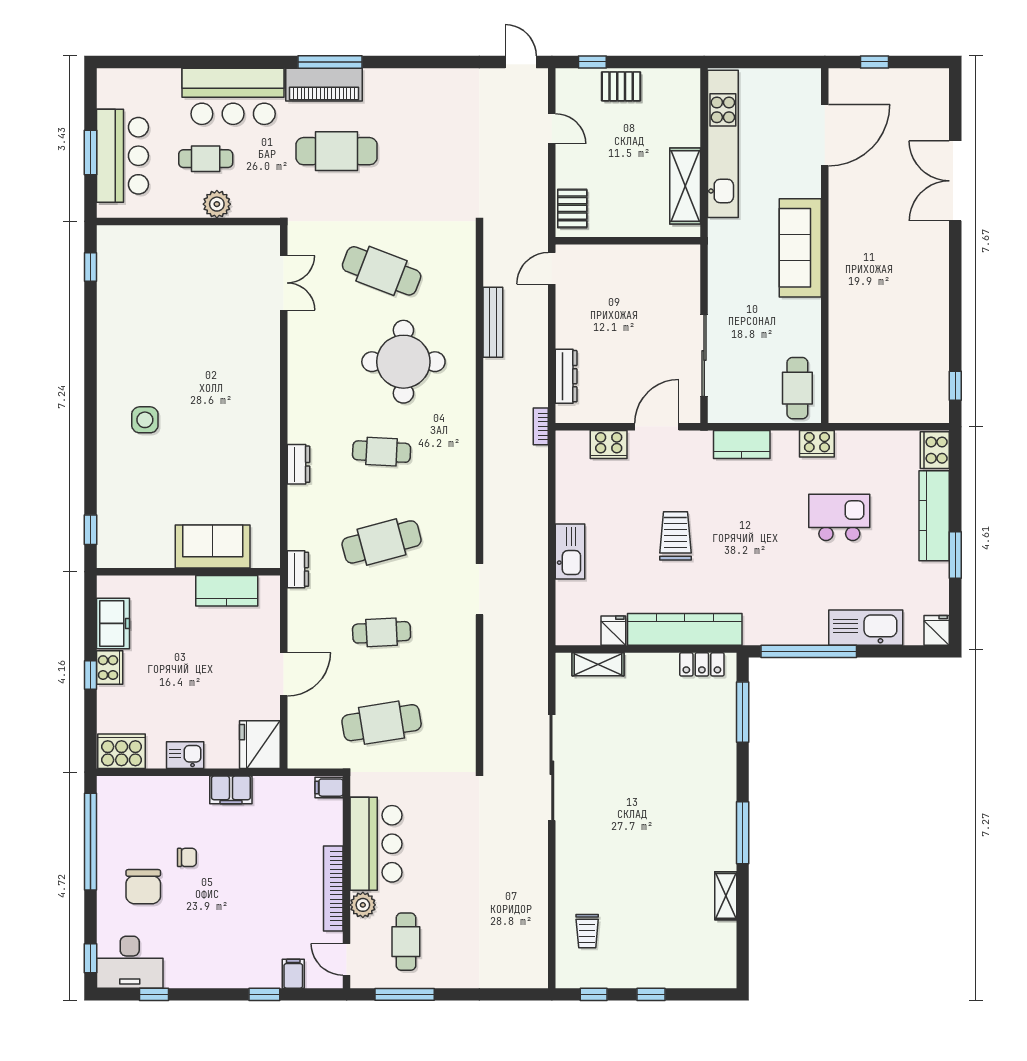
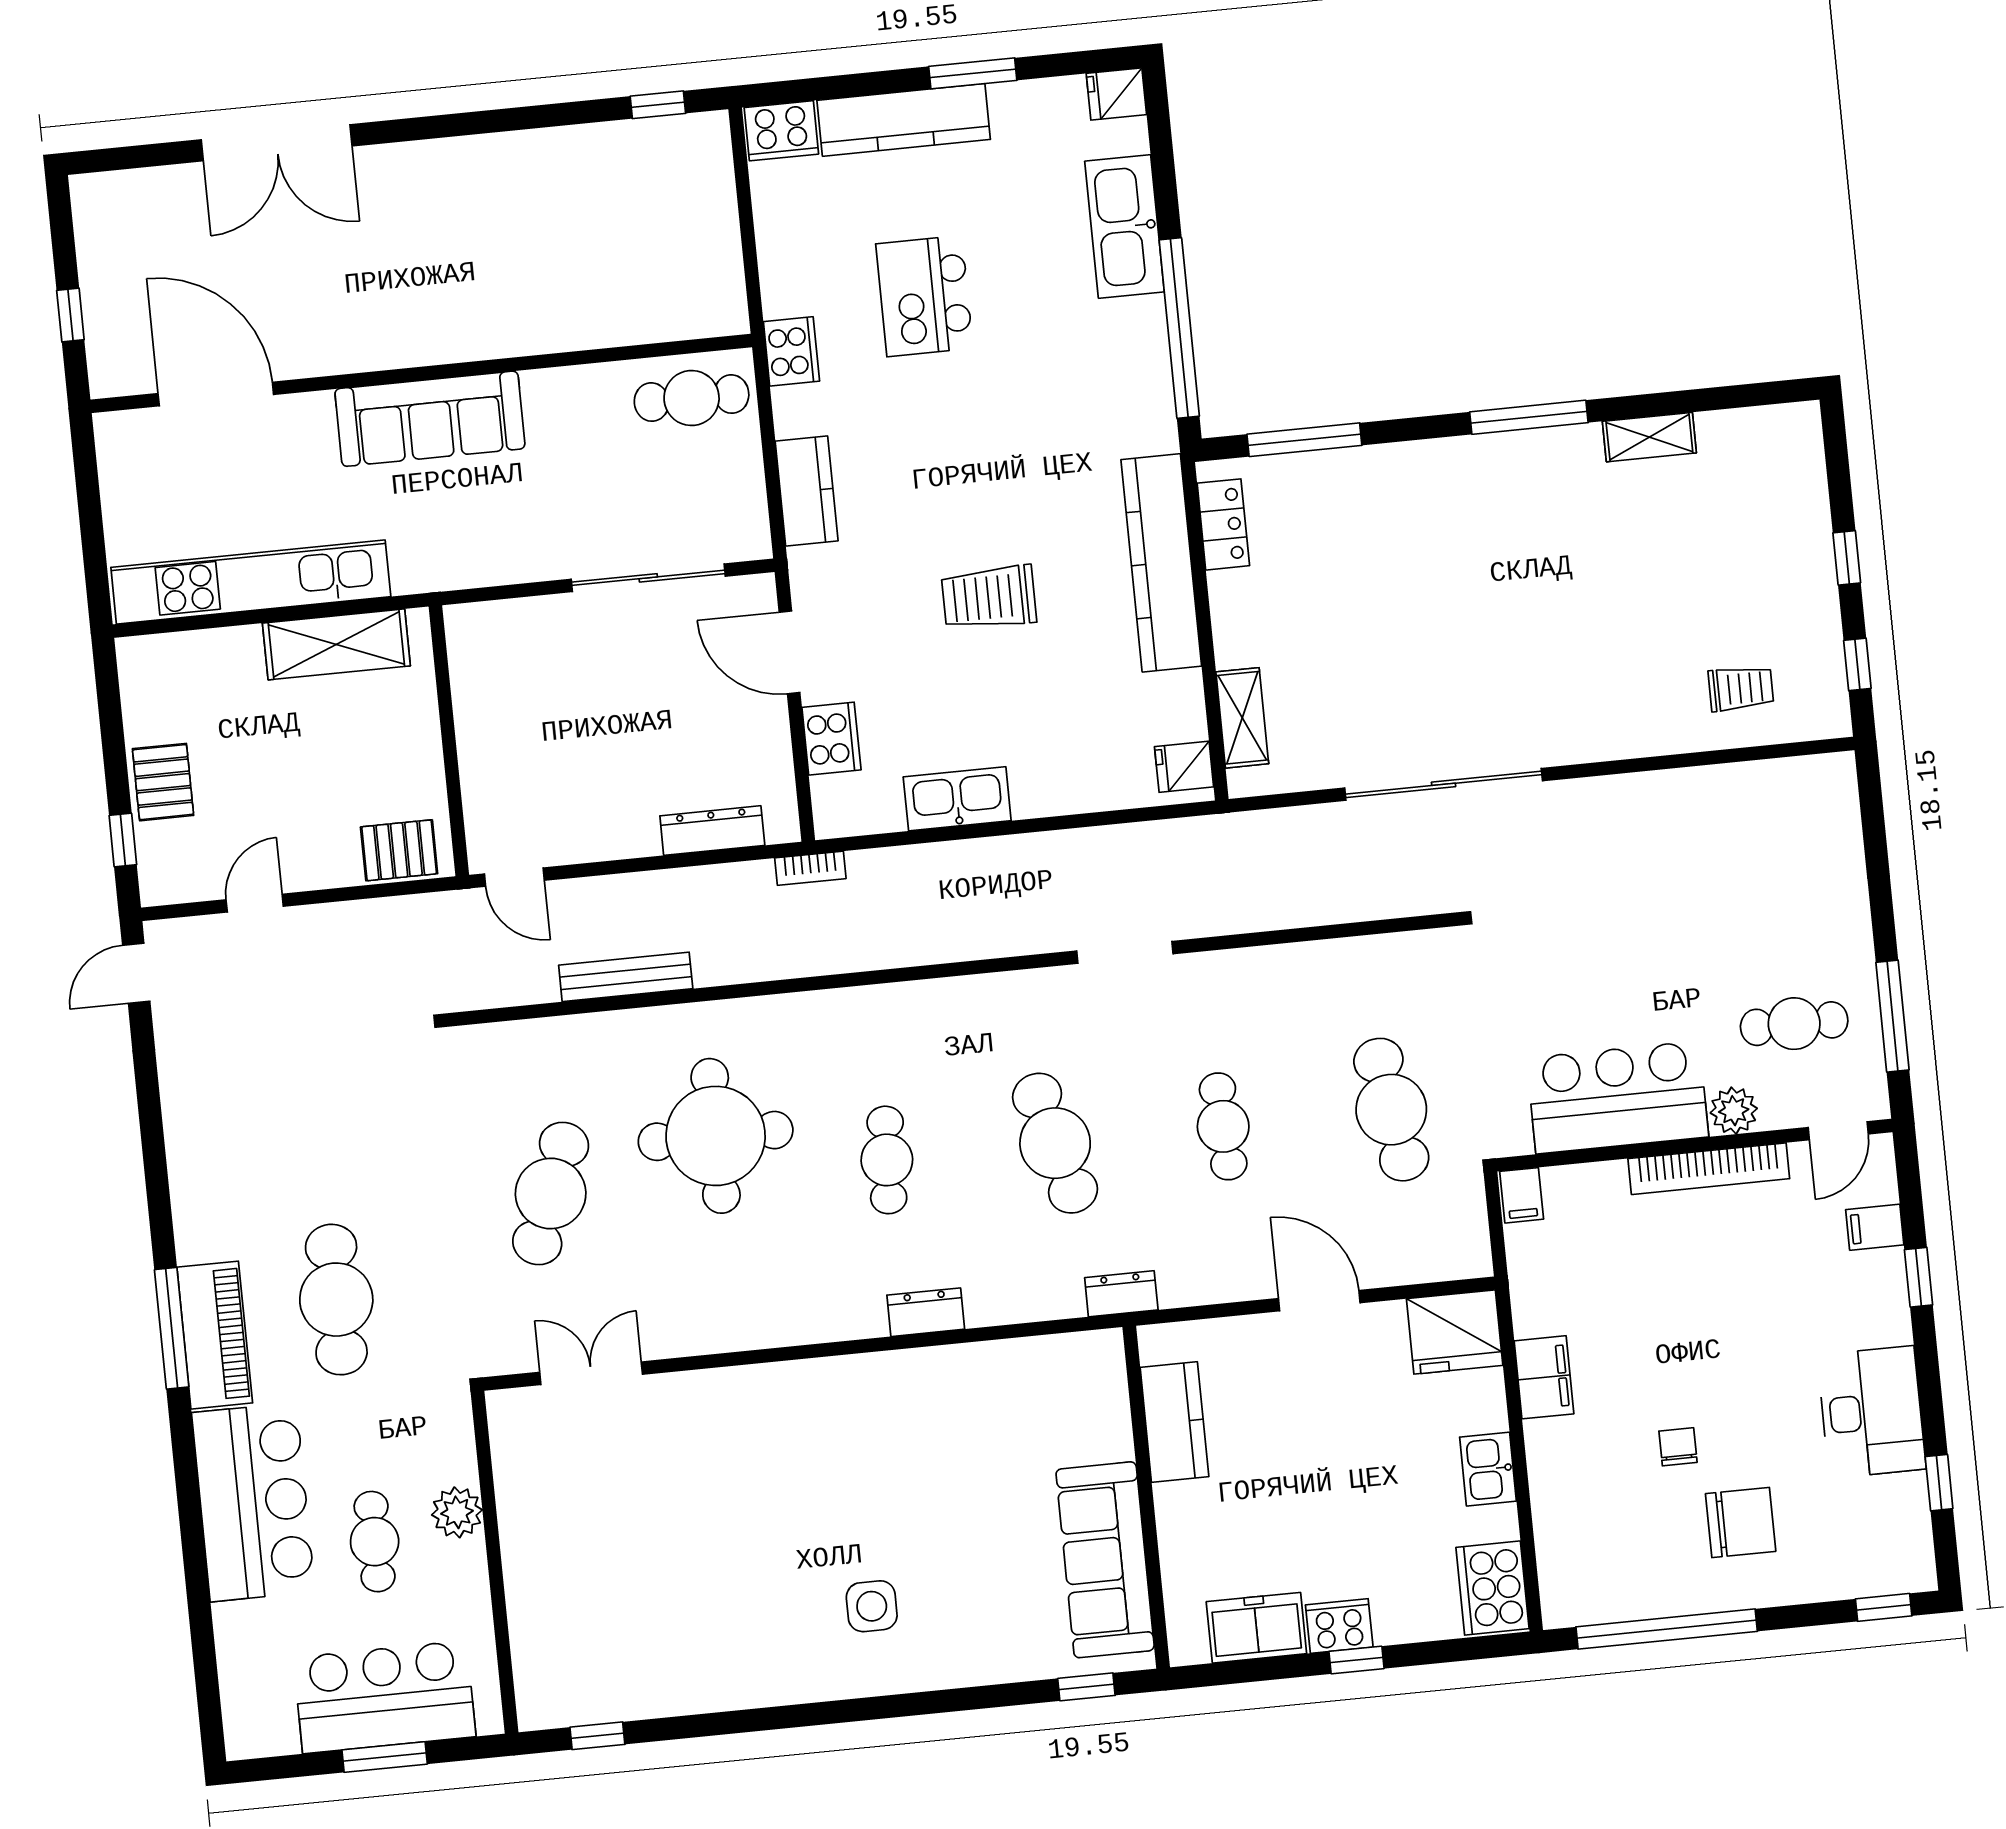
sofa: (213, 546) -> (1105, 1560), moved, width x1.36
kitchen sink: (570, 552) -> (957, 799), moved
fridge: (613, 631) -> (1184, 767), moved
desk: (130, 962) -> (1872, 1412), moved

